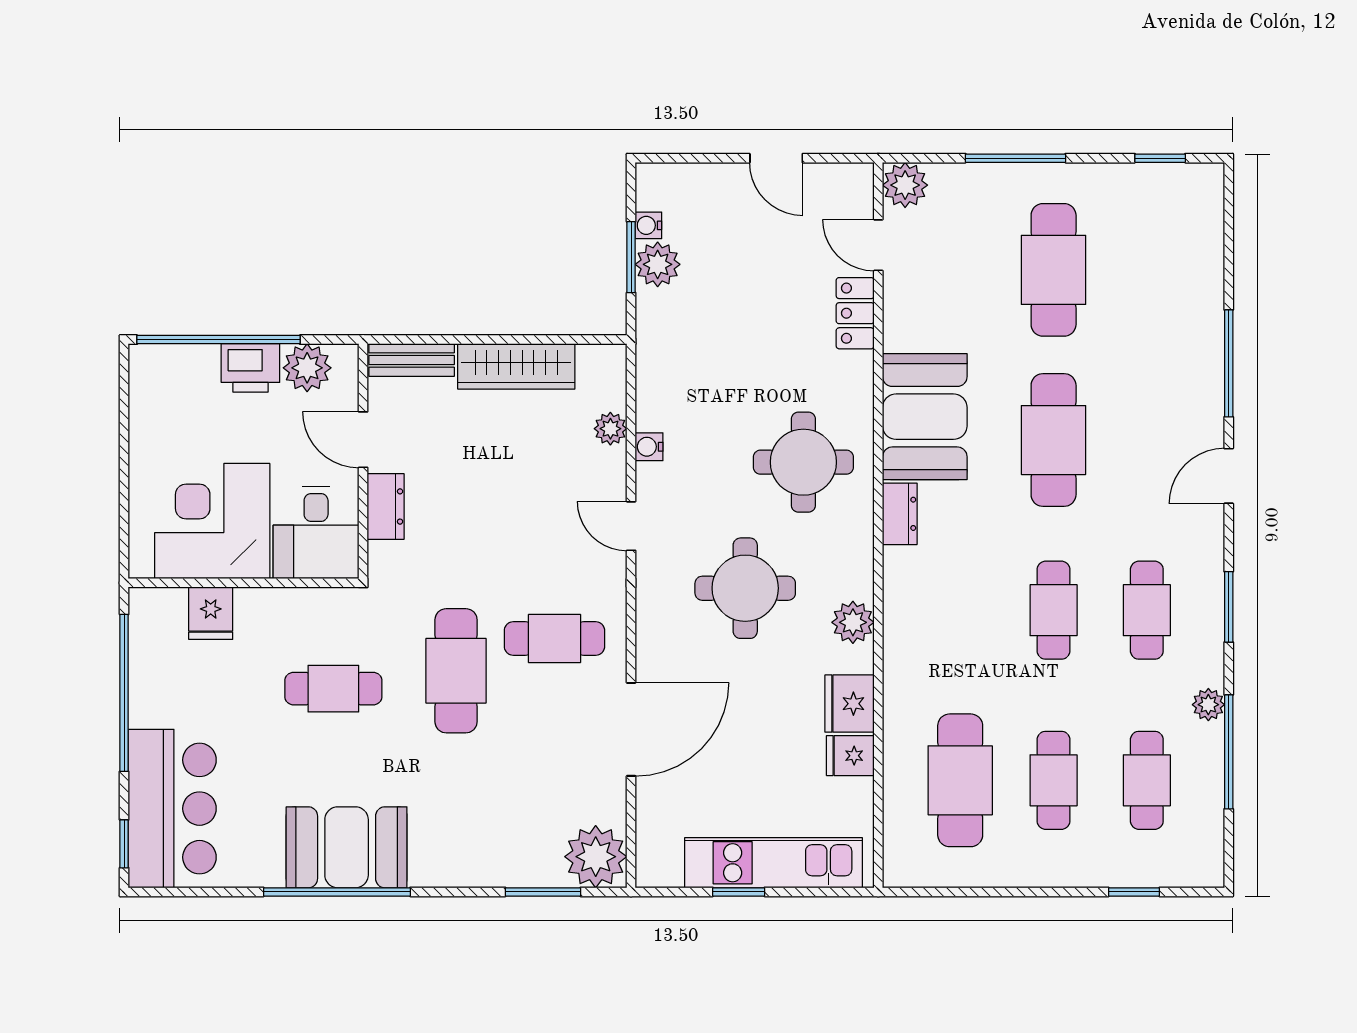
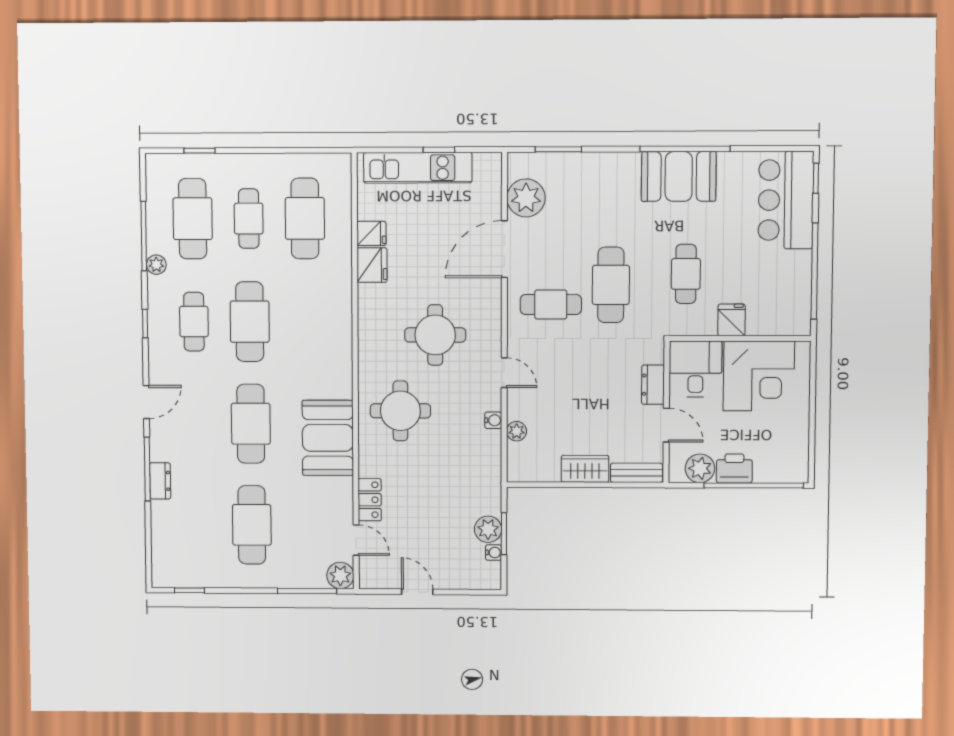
window: (1015, 158) -> (307, 591), moved
wardrobe: (516, 366) -> (585, 469), width x0.67
dresser: (900, 514) -> (160, 481), moved, turned 180
window: (1229, 607) -> (145, 324), width x0.67
cafe table: (1054, 610) -> (250, 322), width x1.37, depth x1.35
fridge: (211, 613) -> (732, 320), moved
plant: (853, 622) -> (370, 314), removed
cafe table: (333, 689) -> (686, 274), turned 90
cafe table: (1147, 780) -> (193, 219), width x1.37, depth x1.35
plant: (596, 857) -> (526, 198), moved

